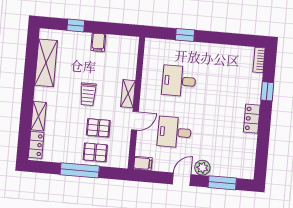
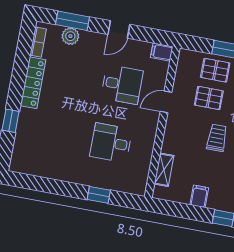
bookcase: (259, 60) -> (38, 42), moved
desk: (179, 81) -> (111, 143), turned 180
shelving: (128, 94) -> (164, 170), moved
locker: (252, 119) -> (33, 83), width x1.53
plant: (202, 168) -> (70, 36), moved

